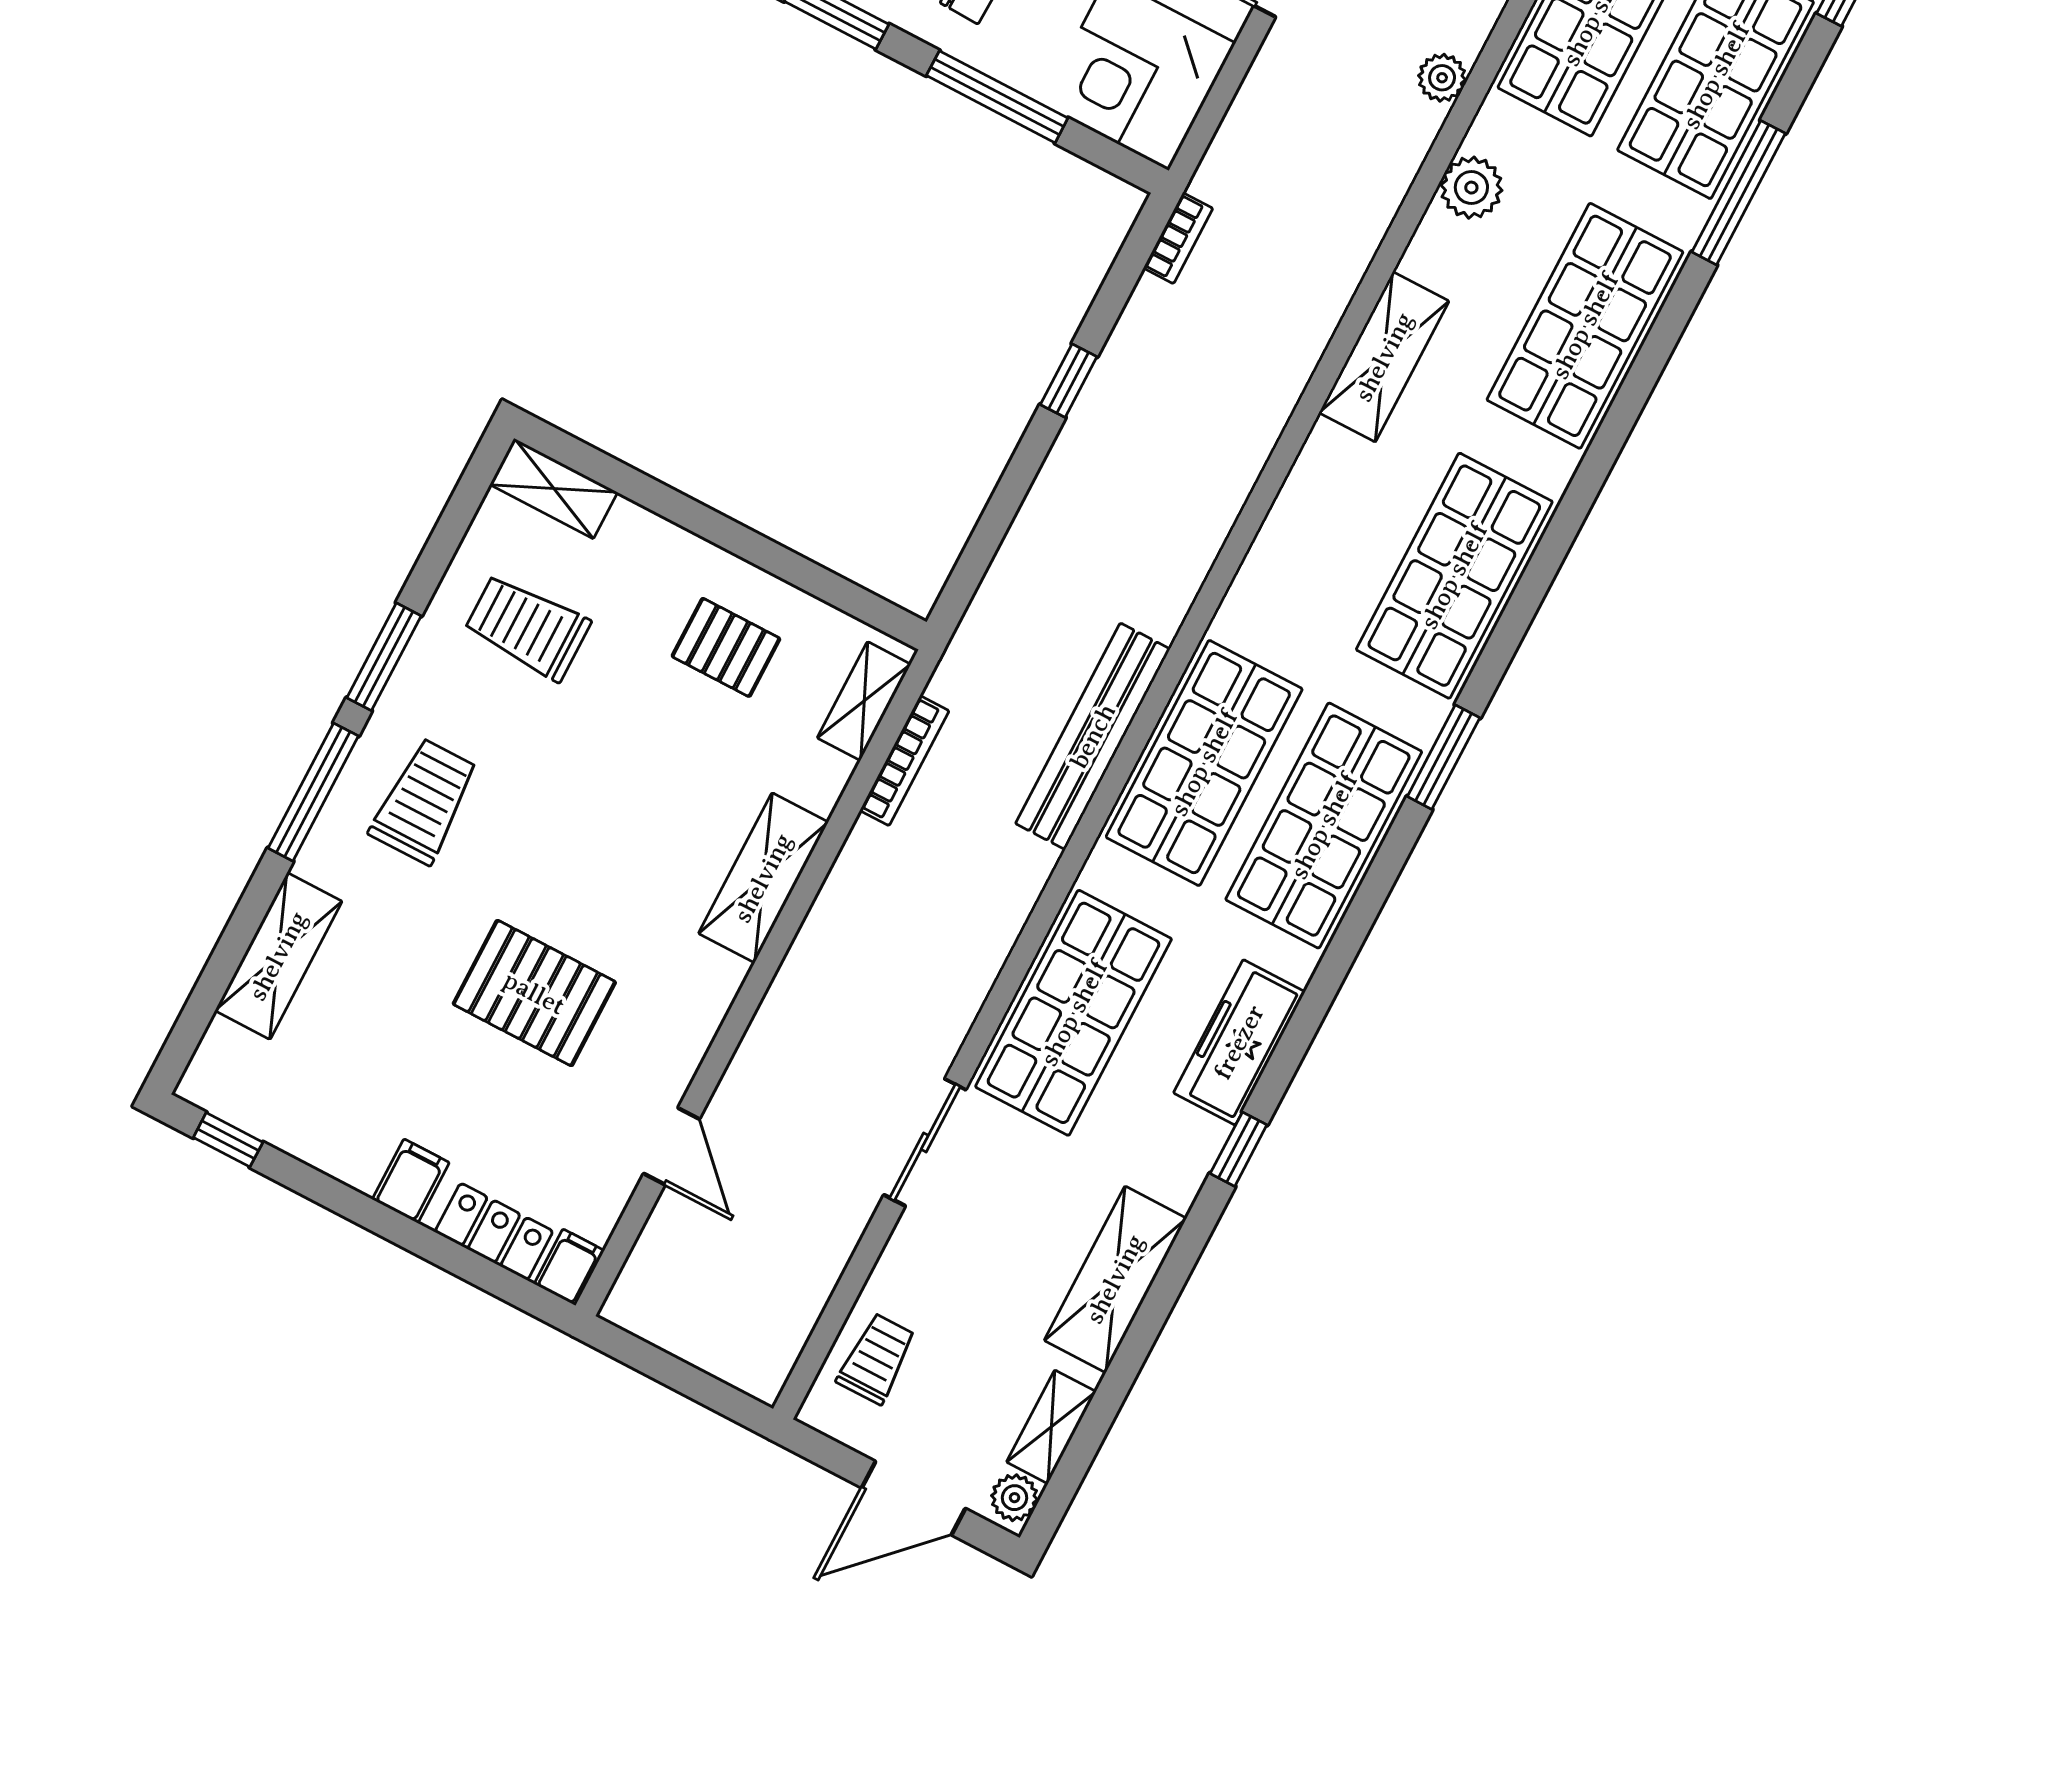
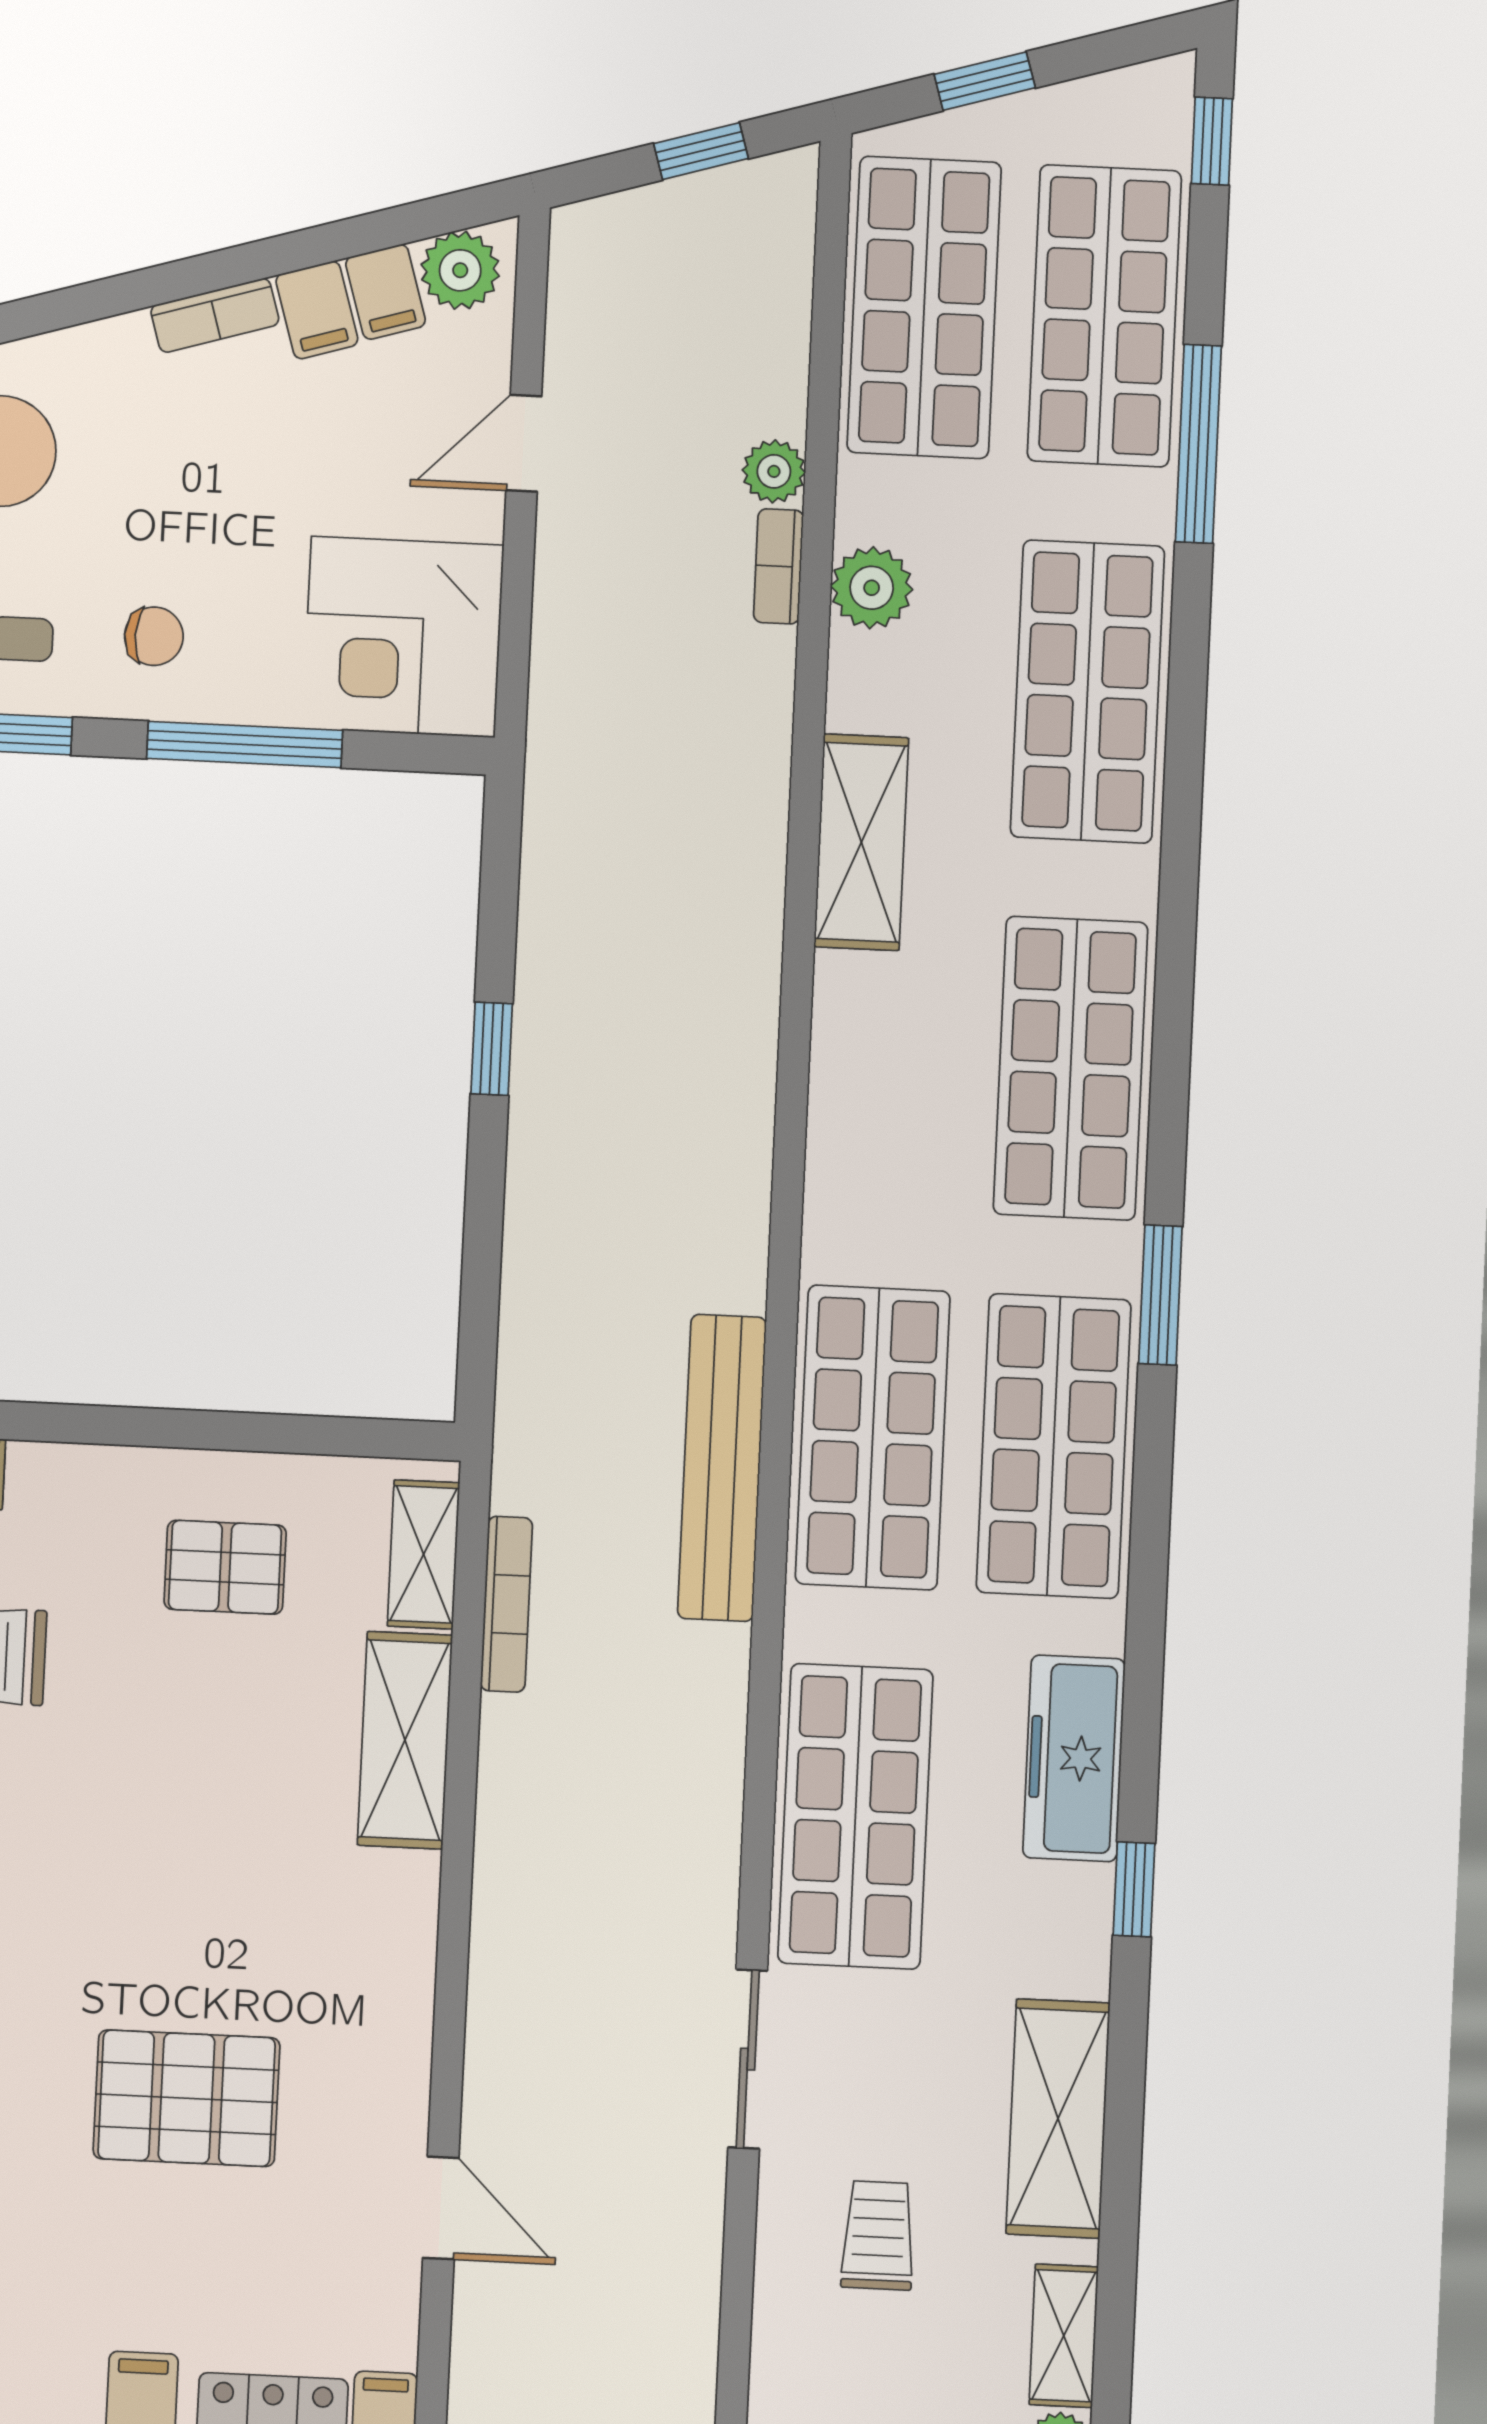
bookcase: (1178, 238) -> (779, 566), moved, turned 180
shelving: (763, 878) -> (405, 1740), moved
trolley: (876, 1359) -> (878, 2235), moved

